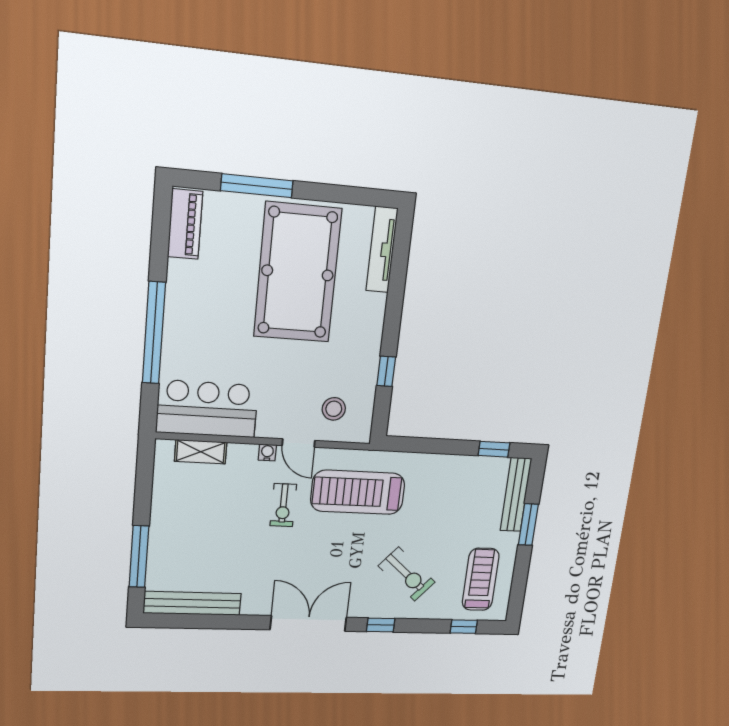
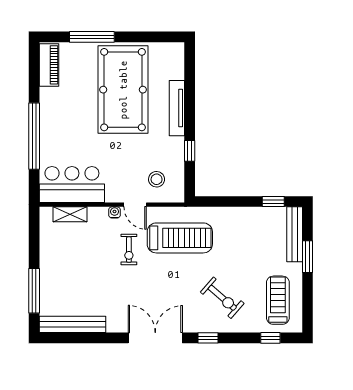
tv unit: (382, 250) -> (177, 108), moved
treadmill: (358, 492) -> (180, 238), turned 180

